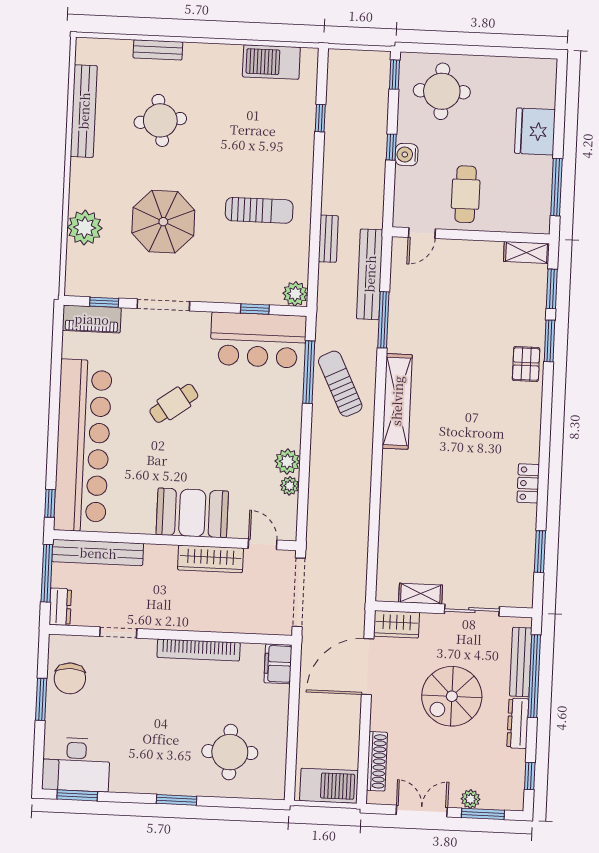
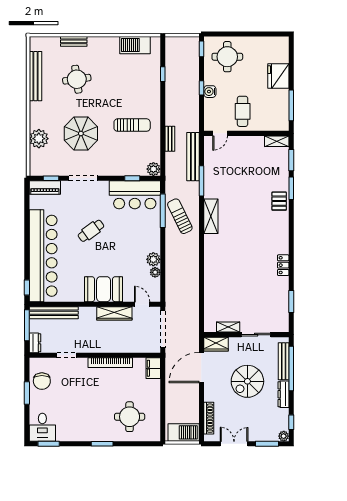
shelving: (397, 401) -> (211, 216), width x0.68
desk: (76, 765) -> (42, 427), width x0.73
plant: (470, 799) -> (284, 436), moved

